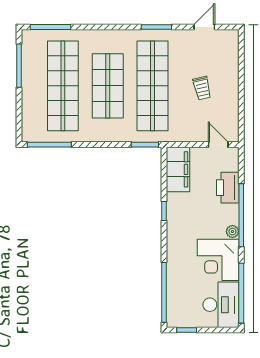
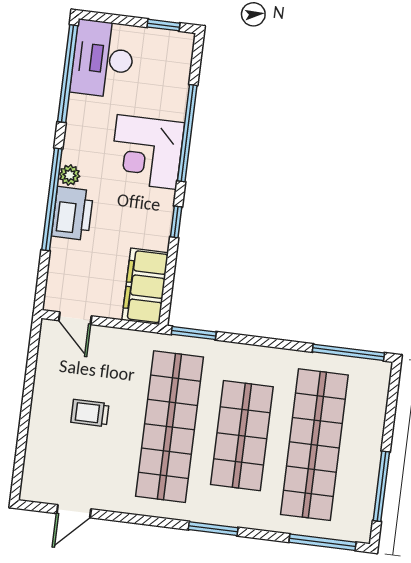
window: (156, 27) -> (213, 529), moved
trolley: (202, 88) -> (90, 413), turned -77
printer: (228, 188) -> (72, 213), moved
corner desk: (218, 260) -> (147, 152), moved, turned 180
window: (164, 292) -> (187, 133), moved

